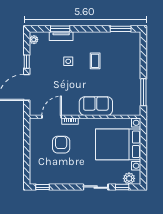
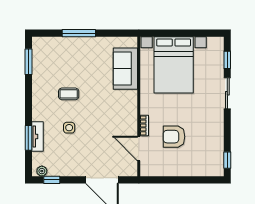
window: (27, 62) -> (52, 180), moved
window: (143, 92) -> (79, 33), moved
sofa: (96, 106) -> (125, 69), moved
plant: (129, 178) -> (217, 51), removed

